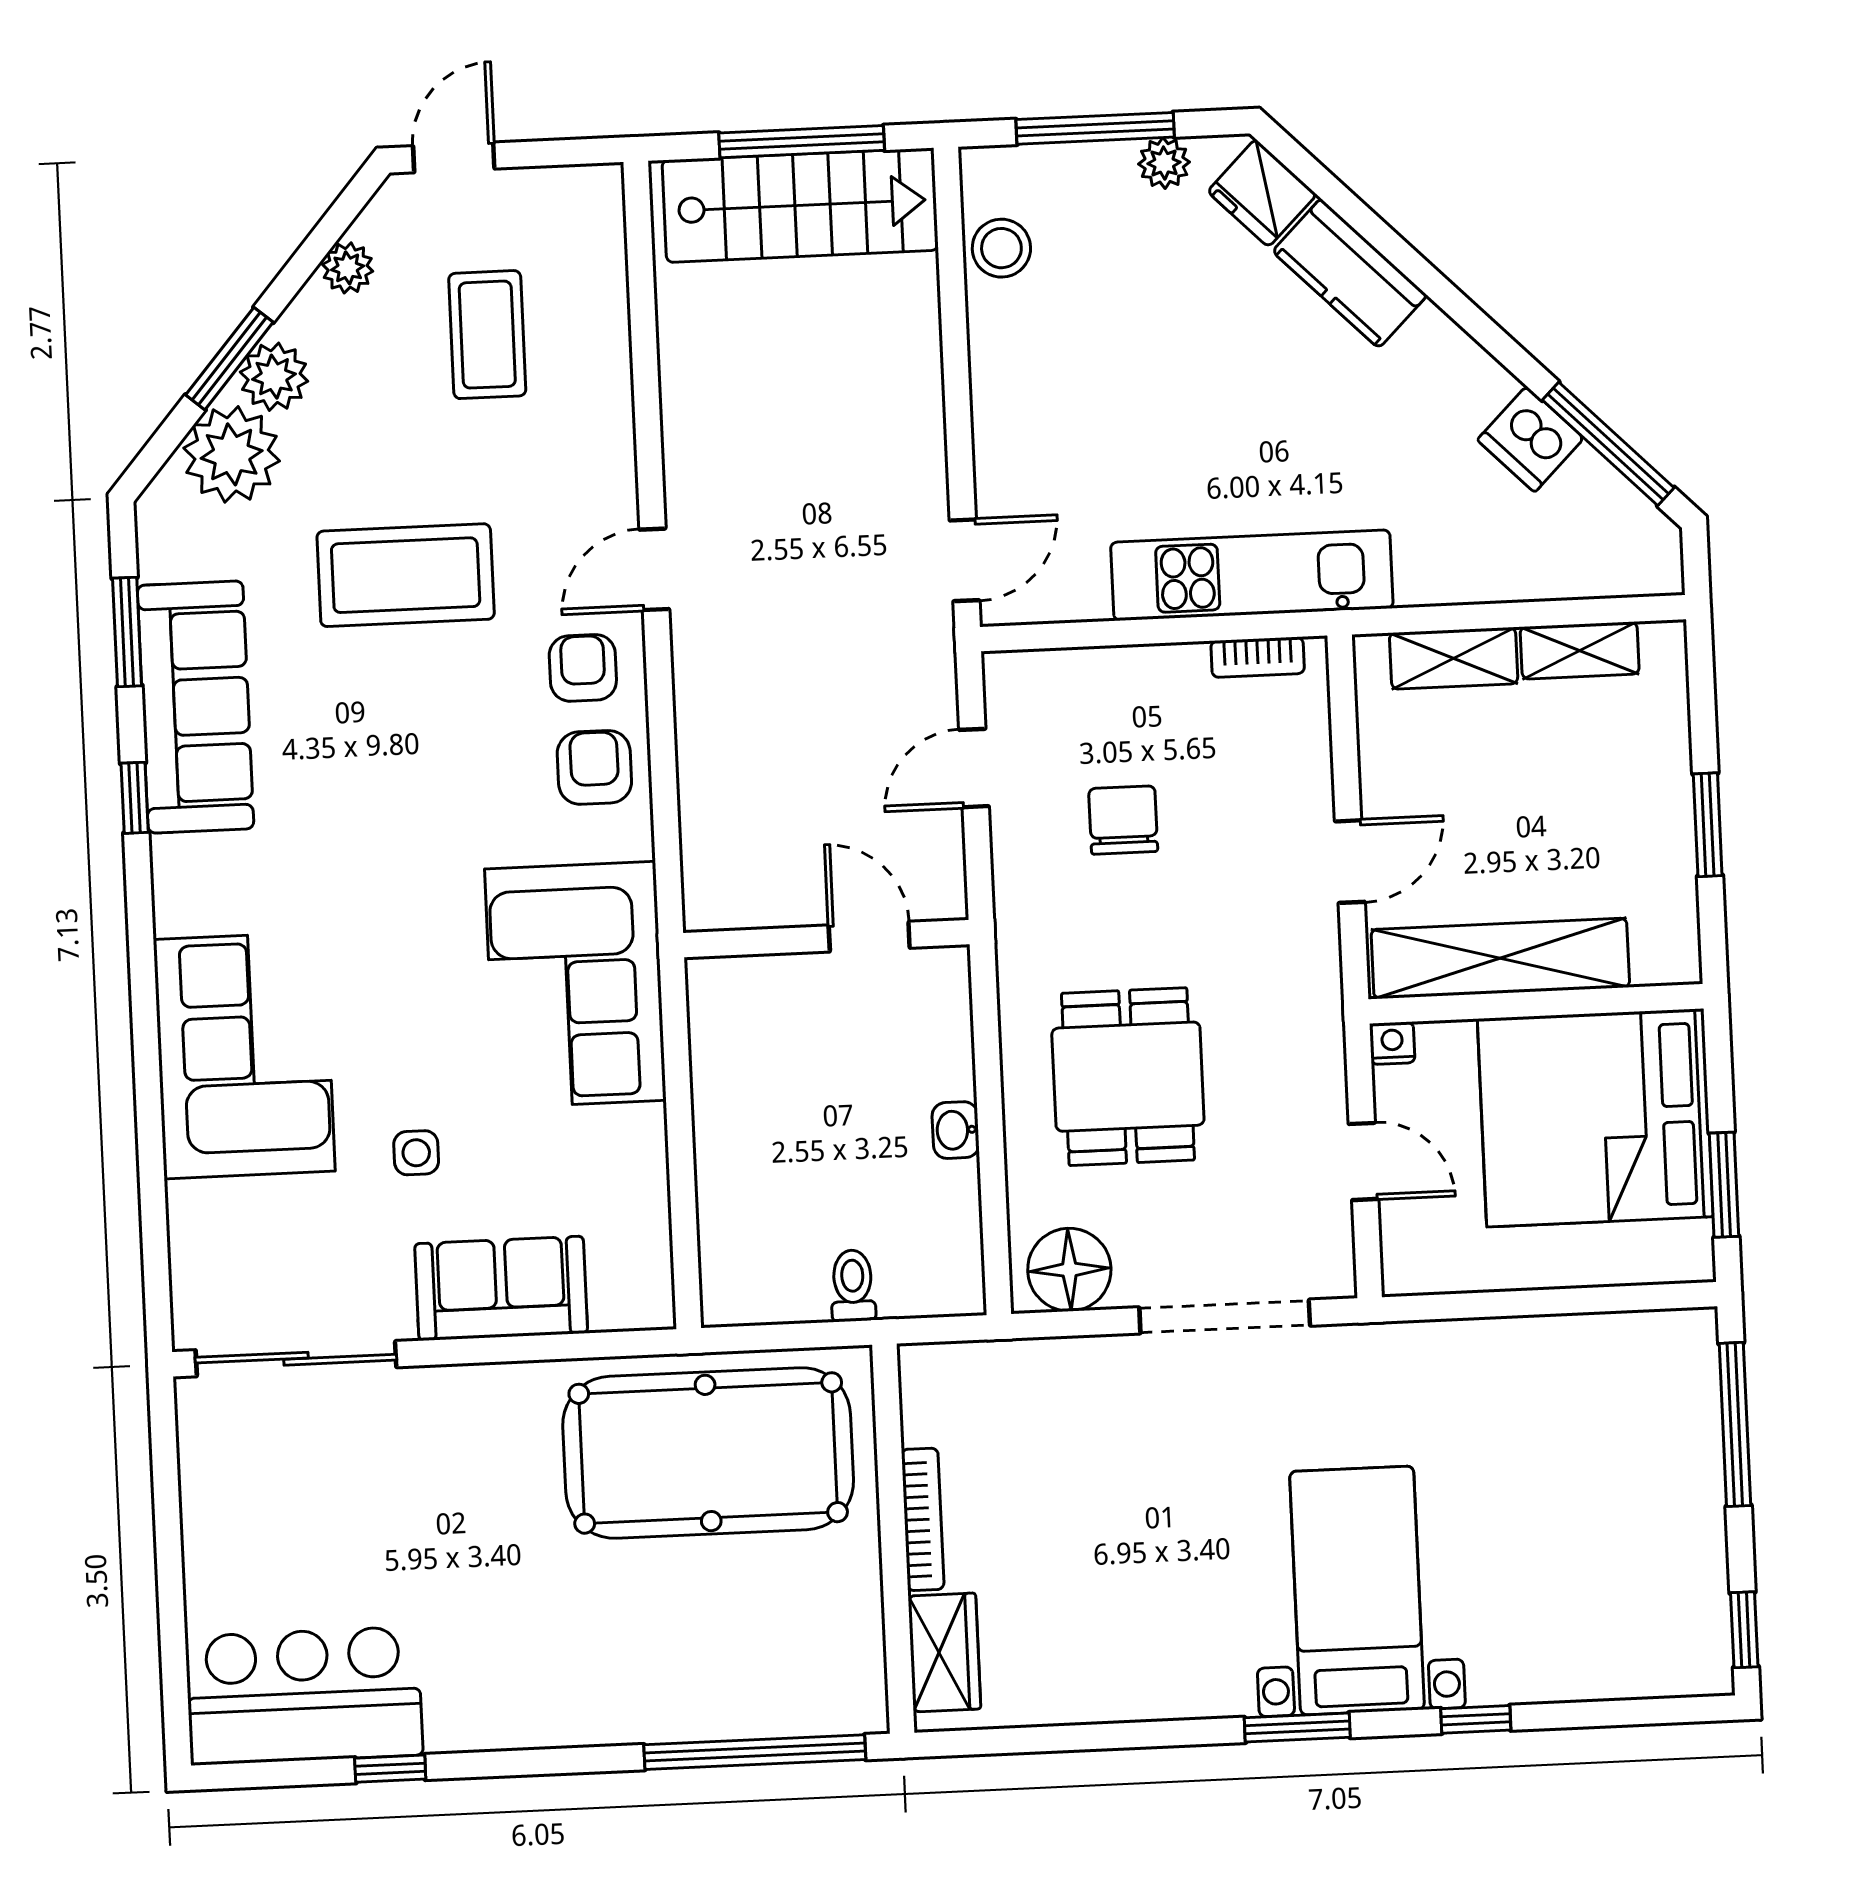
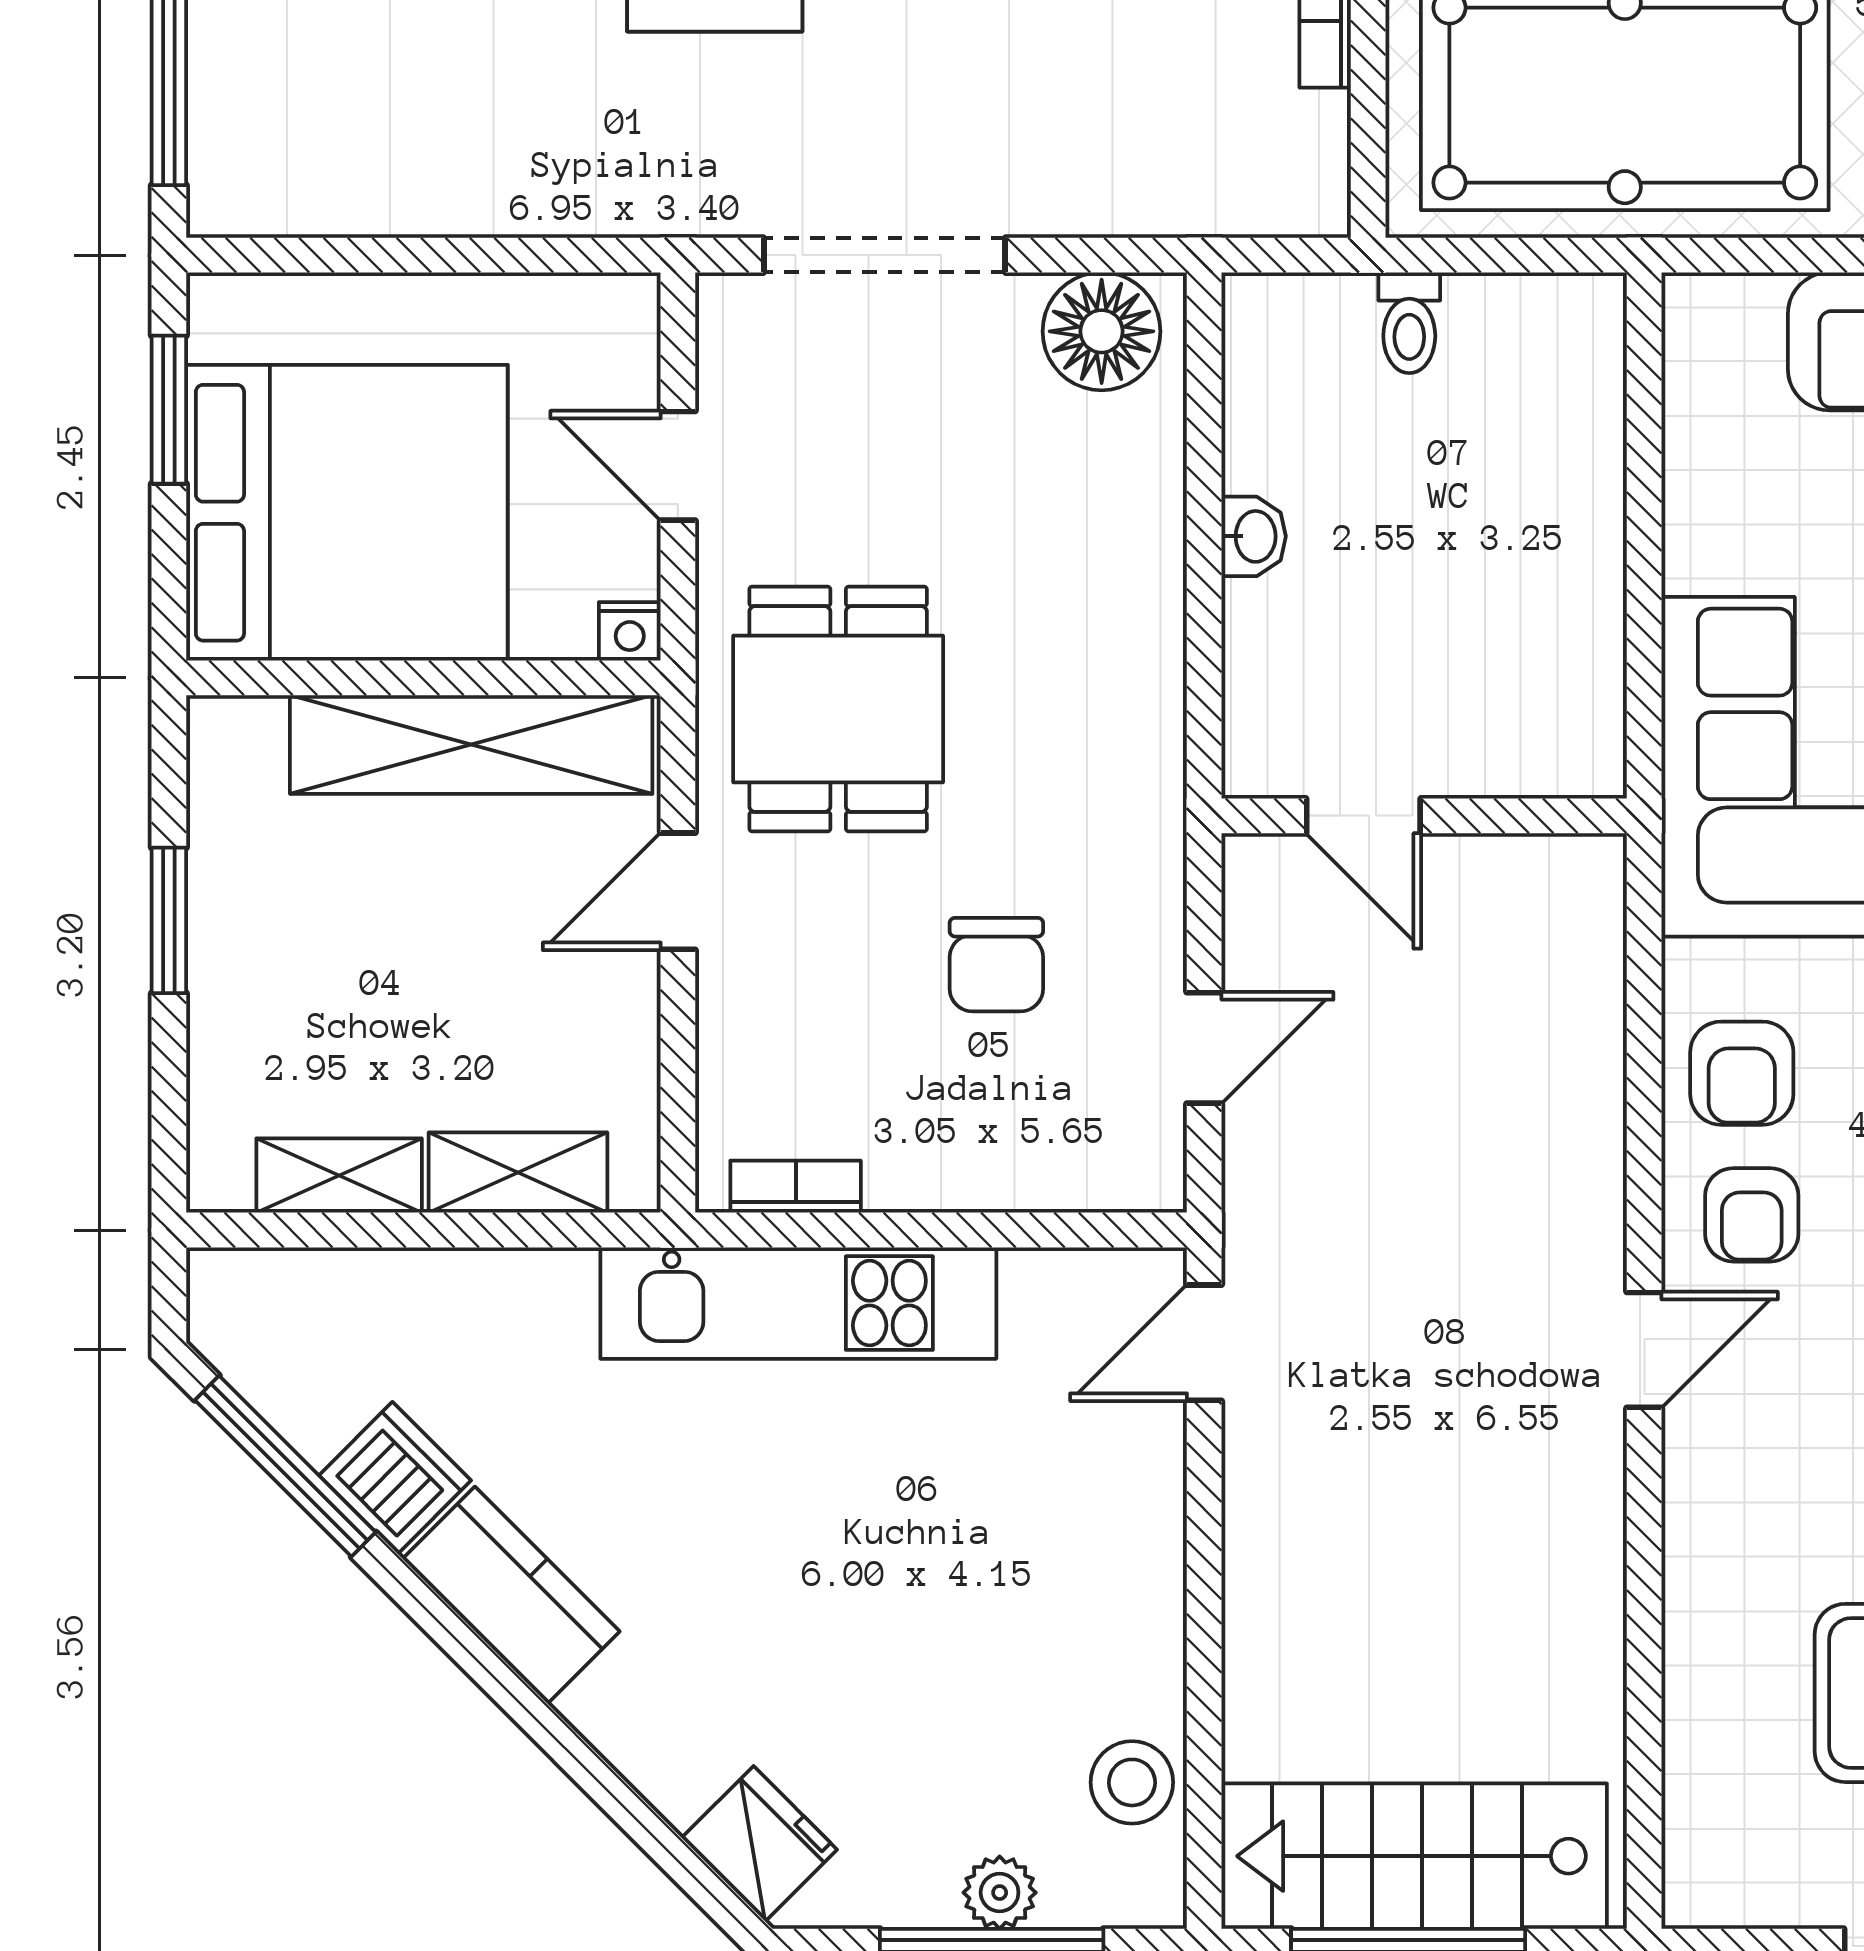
plant: (1164, 163) -> (1000, 1893), moved
kitchen counter: (1350, 273) -> (511, 1595), moved
dining table: (1128, 1077) -> (838, 709), moved

